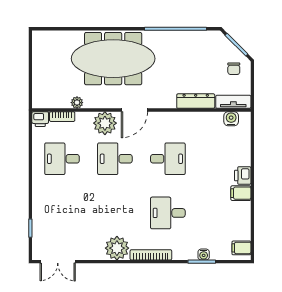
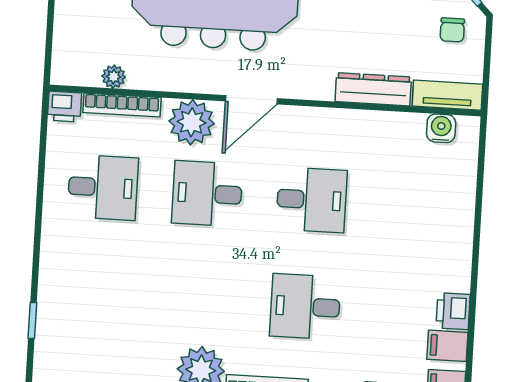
plant: (77, 103) -> (114, 77), moved
bookcase: (62, 117) -> (122, 105), width x1.56
desk: (62, 159) -> (103, 187), turned 180
printer: (243, 176) -> (453, 311), moved
filing cabinet: (241, 193) -> (447, 346), moved

